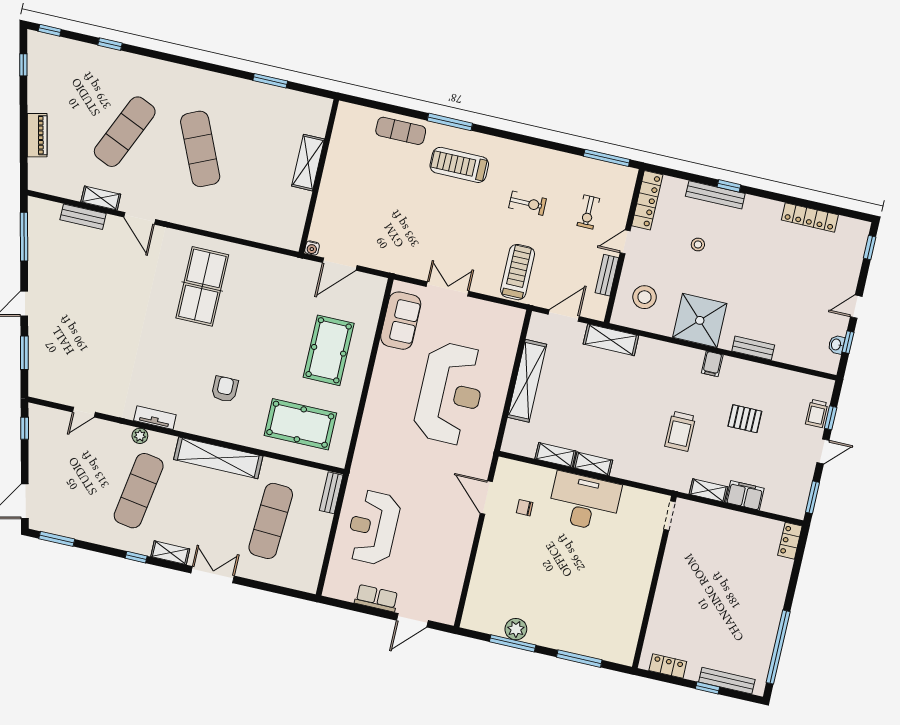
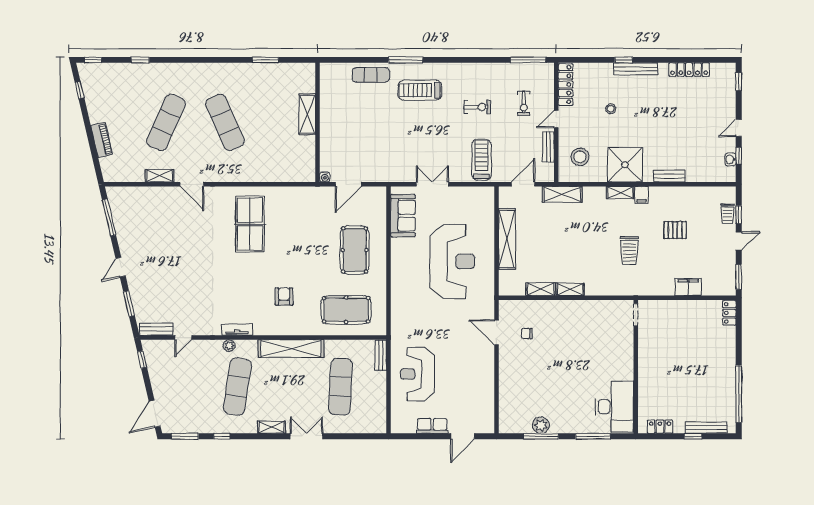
bench: (715, 195) -> (636, 69), moved
bench: (83, 217) -> (156, 329), moved
shelving: (708, 490) -> (620, 192), moved
desk: (584, 502) -> (614, 407), moved, turned 90
window: (136, 557) -> (222, 436), moved

